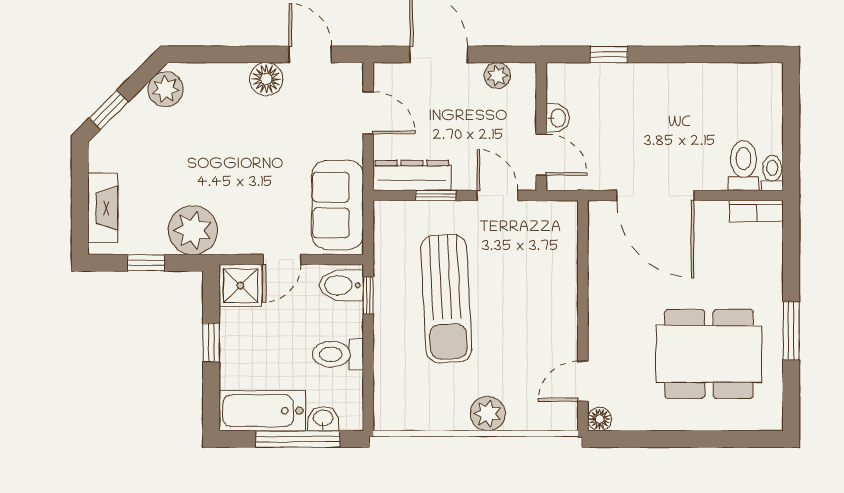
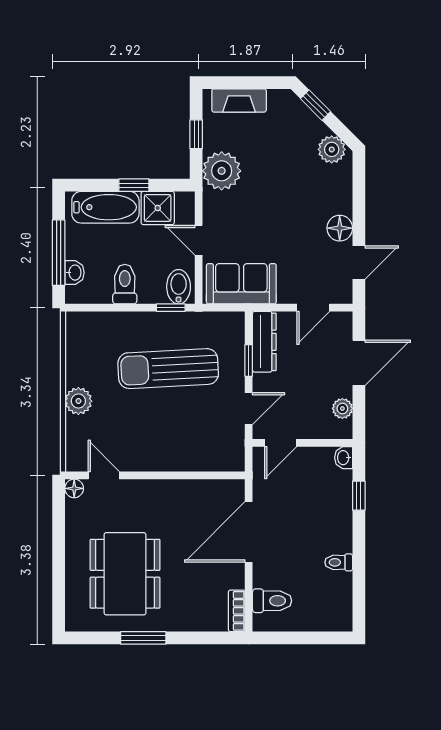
washbasin: (558, 118) -> (344, 458), moved, turned 90
toilet: (772, 173) -> (339, 562), moved, turned 180
shower: (240, 286) -> (158, 208), moved
bathtub: (262, 411) -> (105, 207), moved, turned 90

